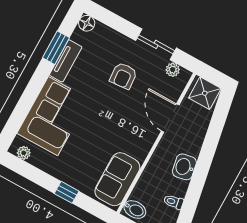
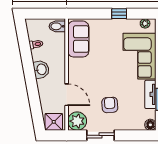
plant: (173, 70) -> (77, 121), width x1.88, depth x1.88
window: (67, 192) -> (119, 14), moved

